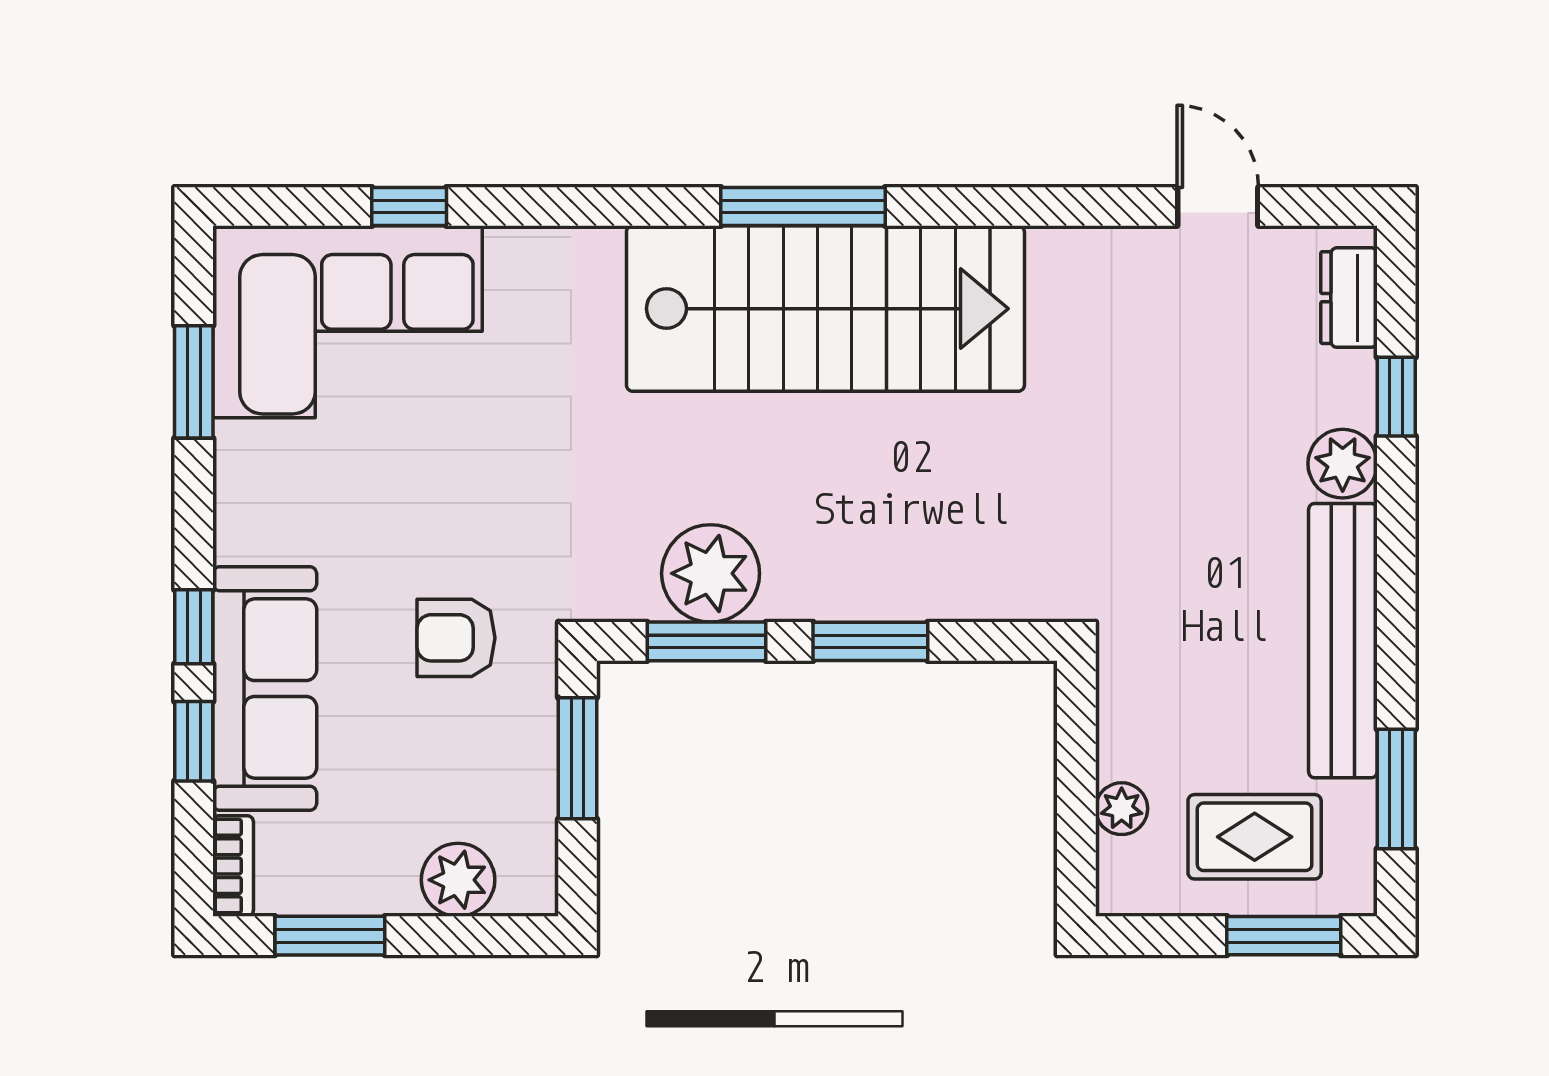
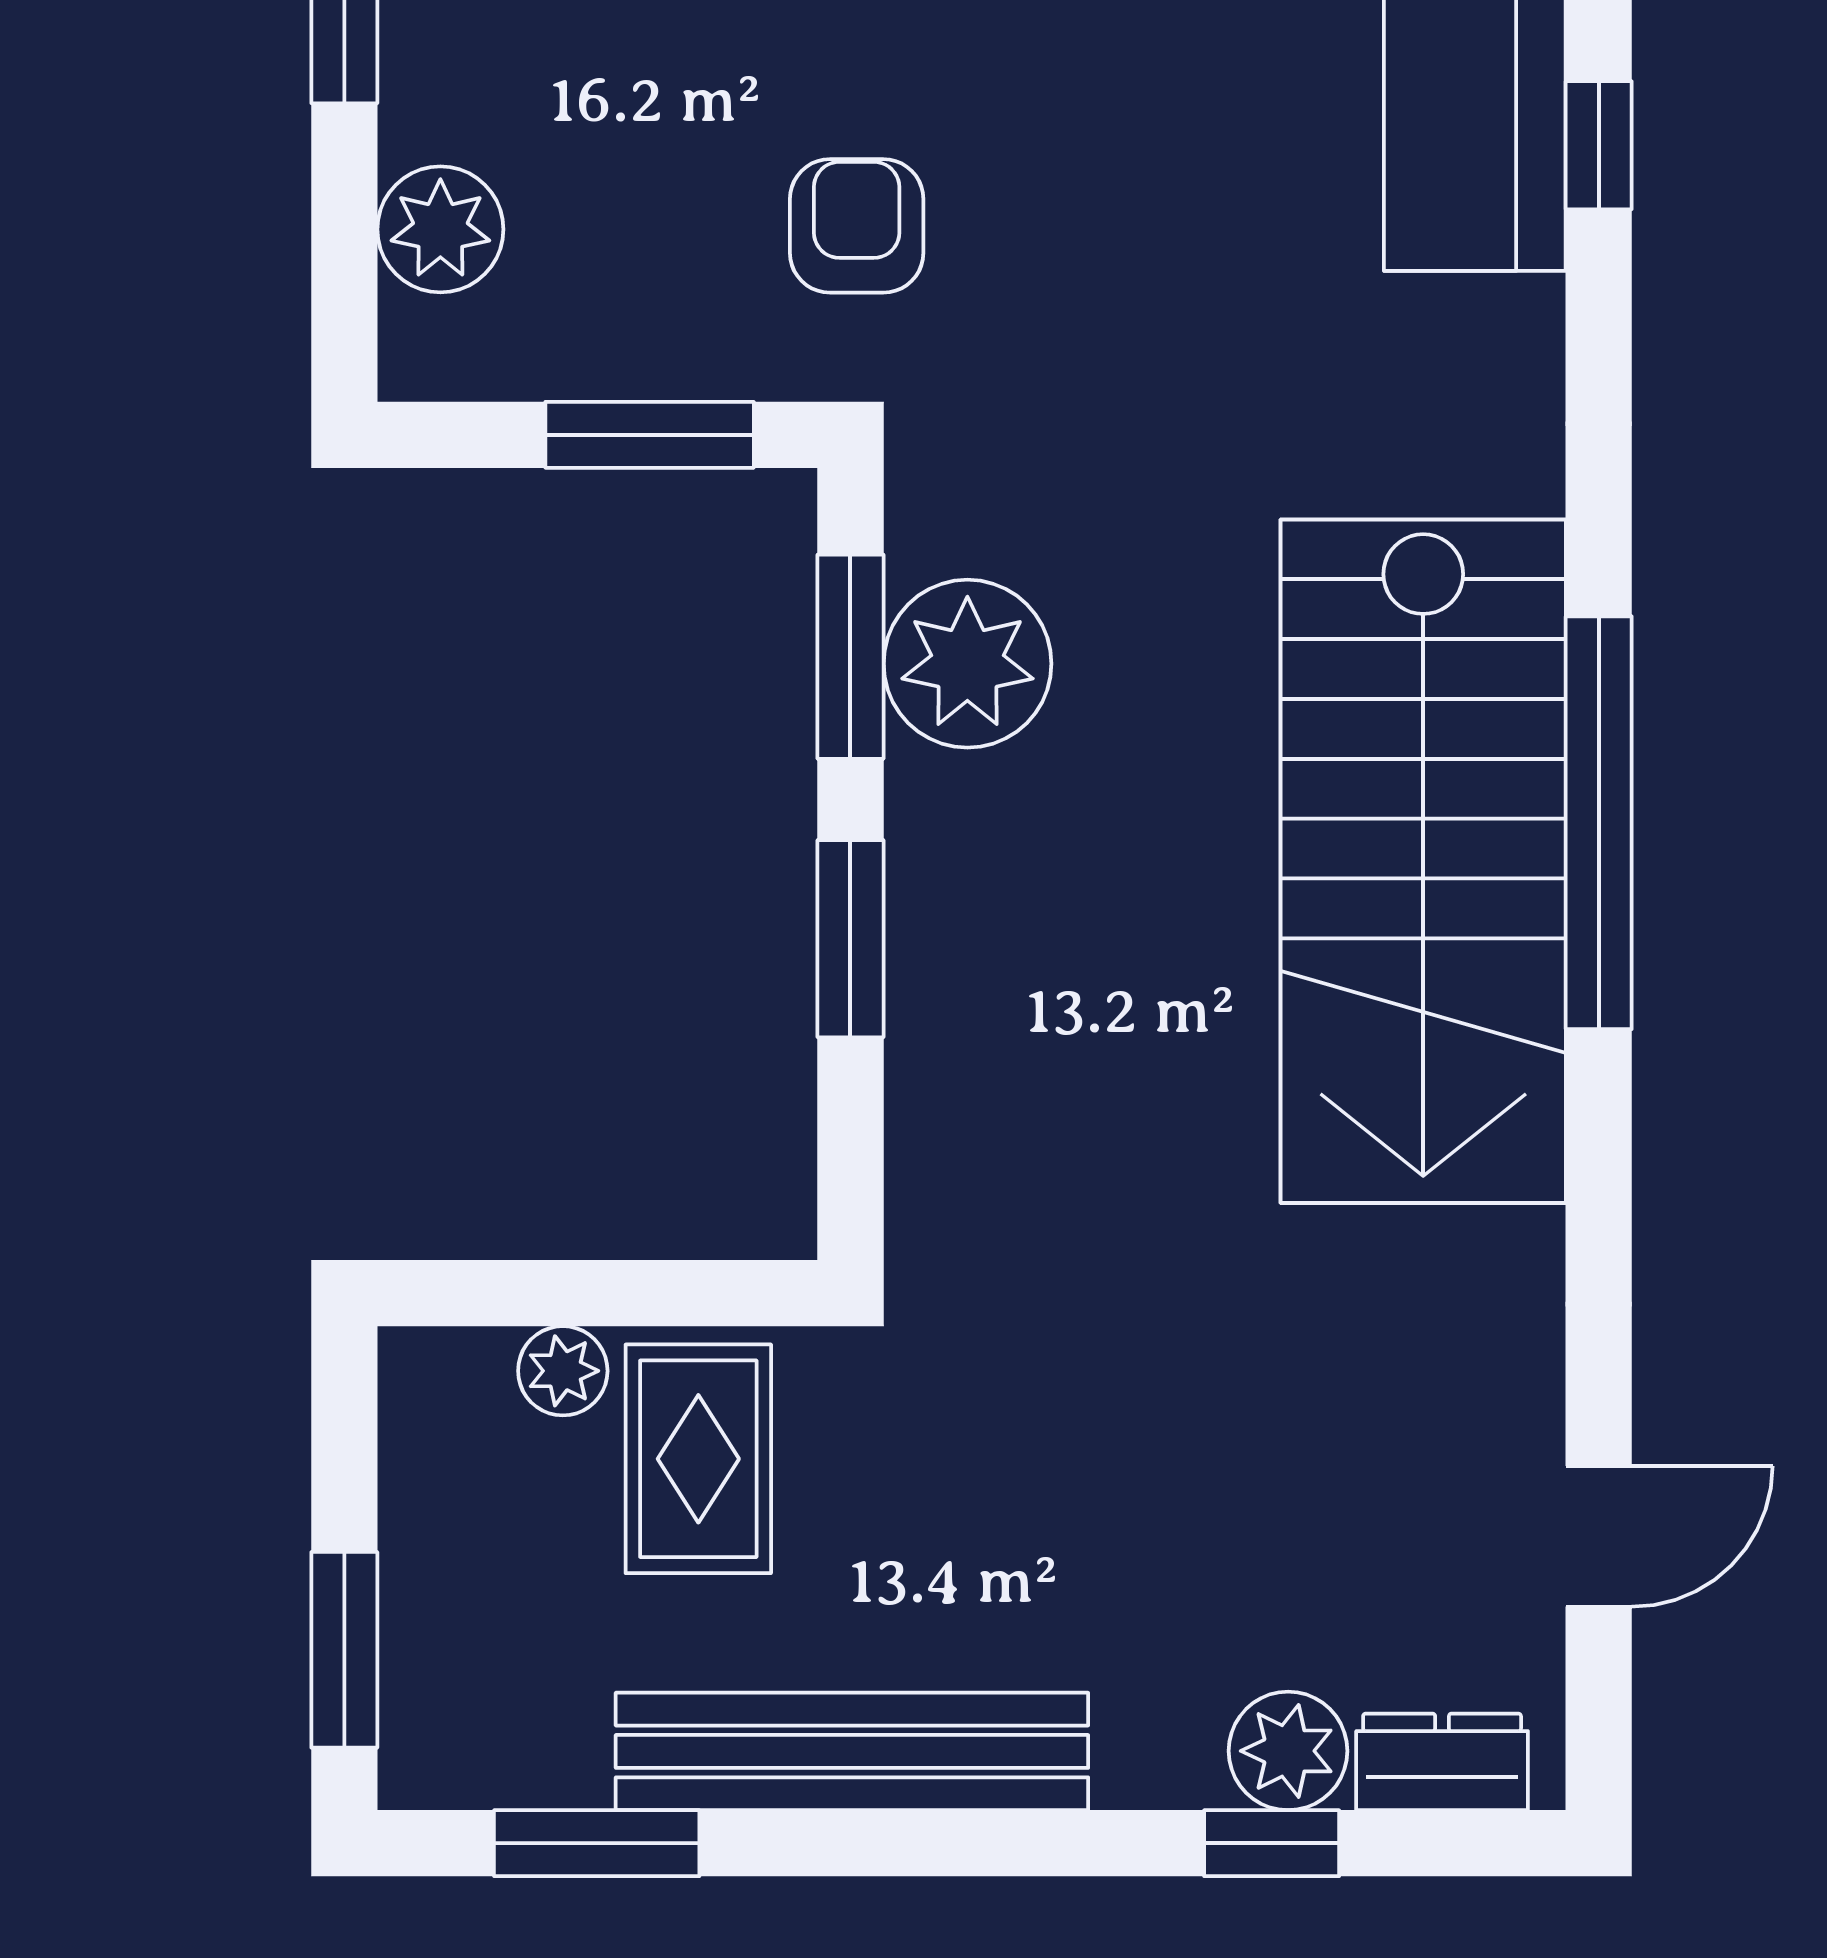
window: (803, 206) -> (1599, 823), width x1.46
plant: (1343, 464) -> (1288, 1751), moved
rug: (1255, 837) -> (698, 1459), moved

